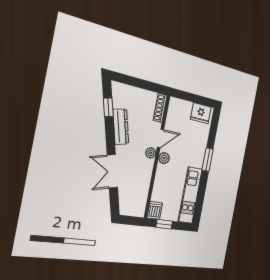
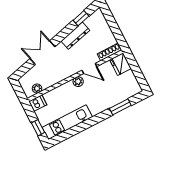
fridge: (201, 113) -> (120, 64), moved
plant: (151, 153) -> (37, 88), moved
window: (208, 160) -> (120, 107), moved
window: (164, 224) -> (38, 128), moved

